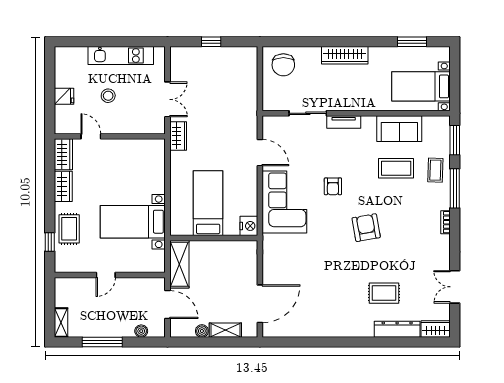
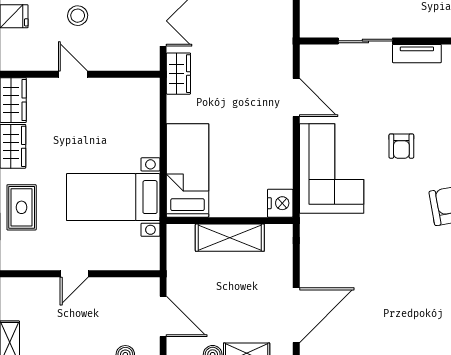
door: (91, 136) -> (73, 74), moved
bed: (208, 203) -> (188, 170), moved
shelving: (179, 264) -> (230, 238), moved, turned 90

